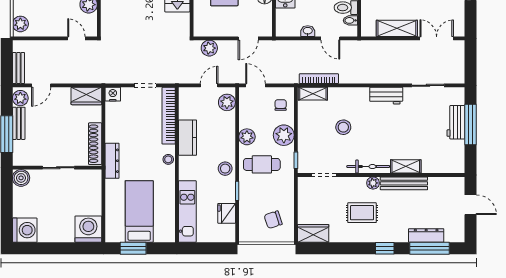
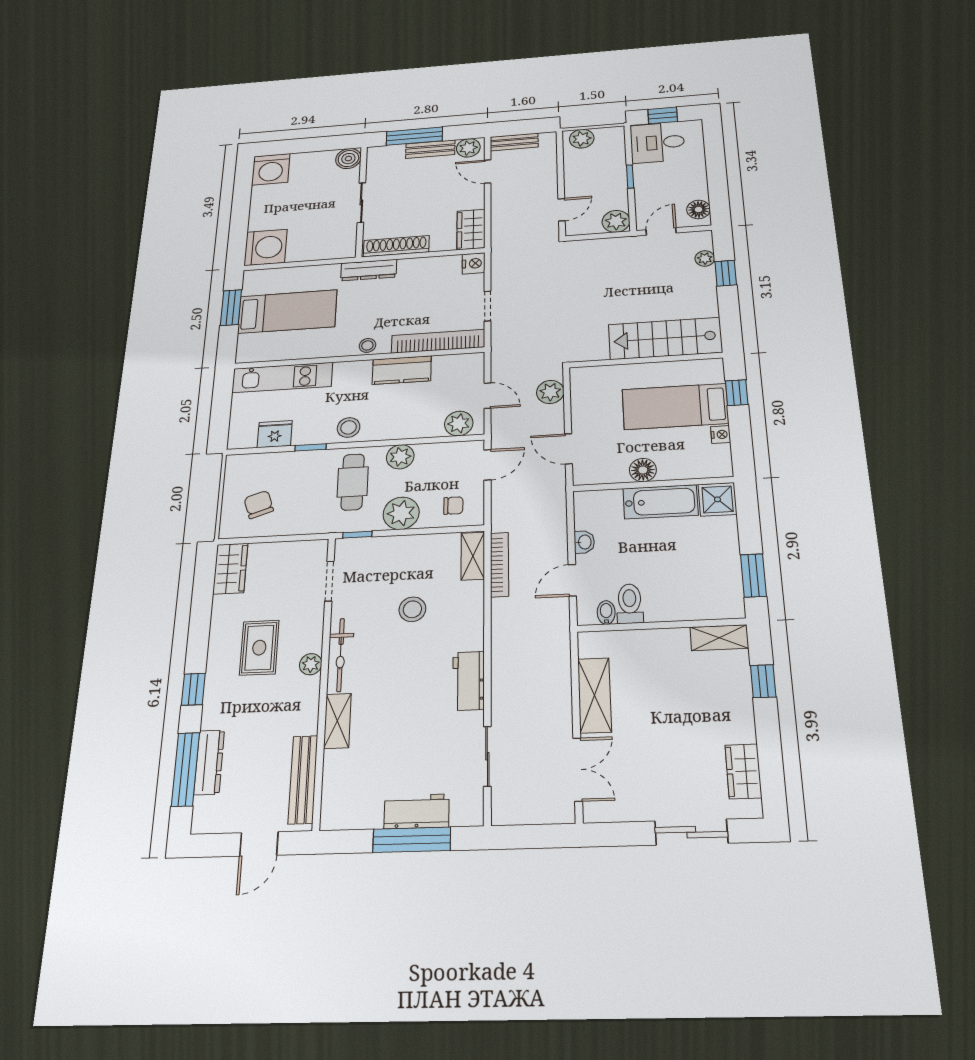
bench: (404, 183) -> (303, 779), moved

